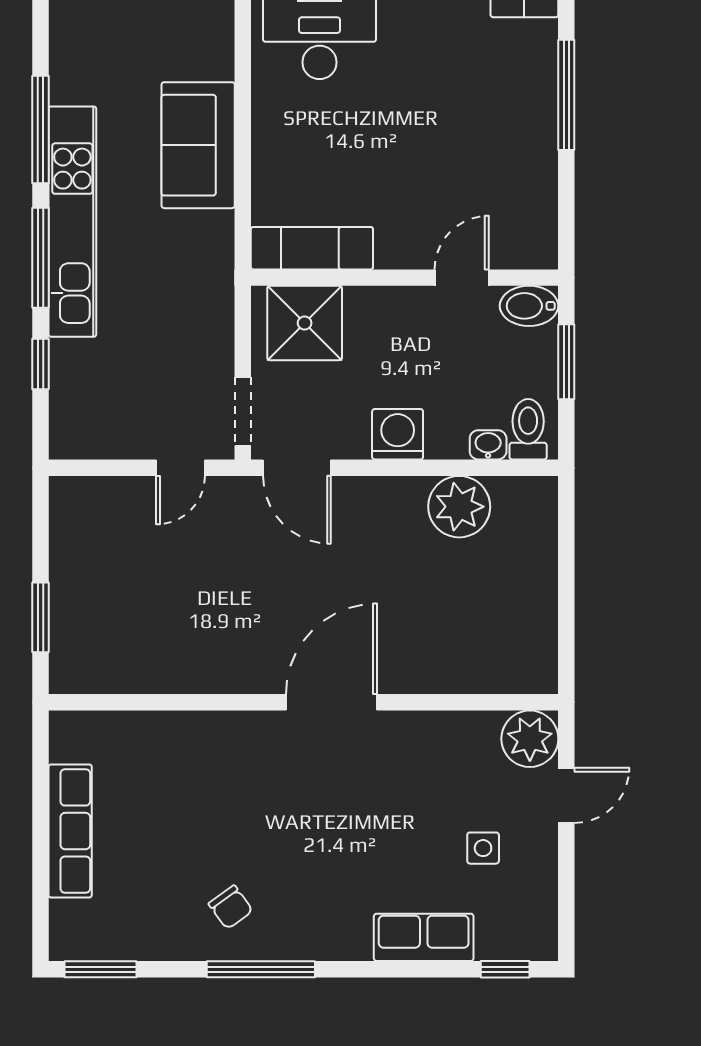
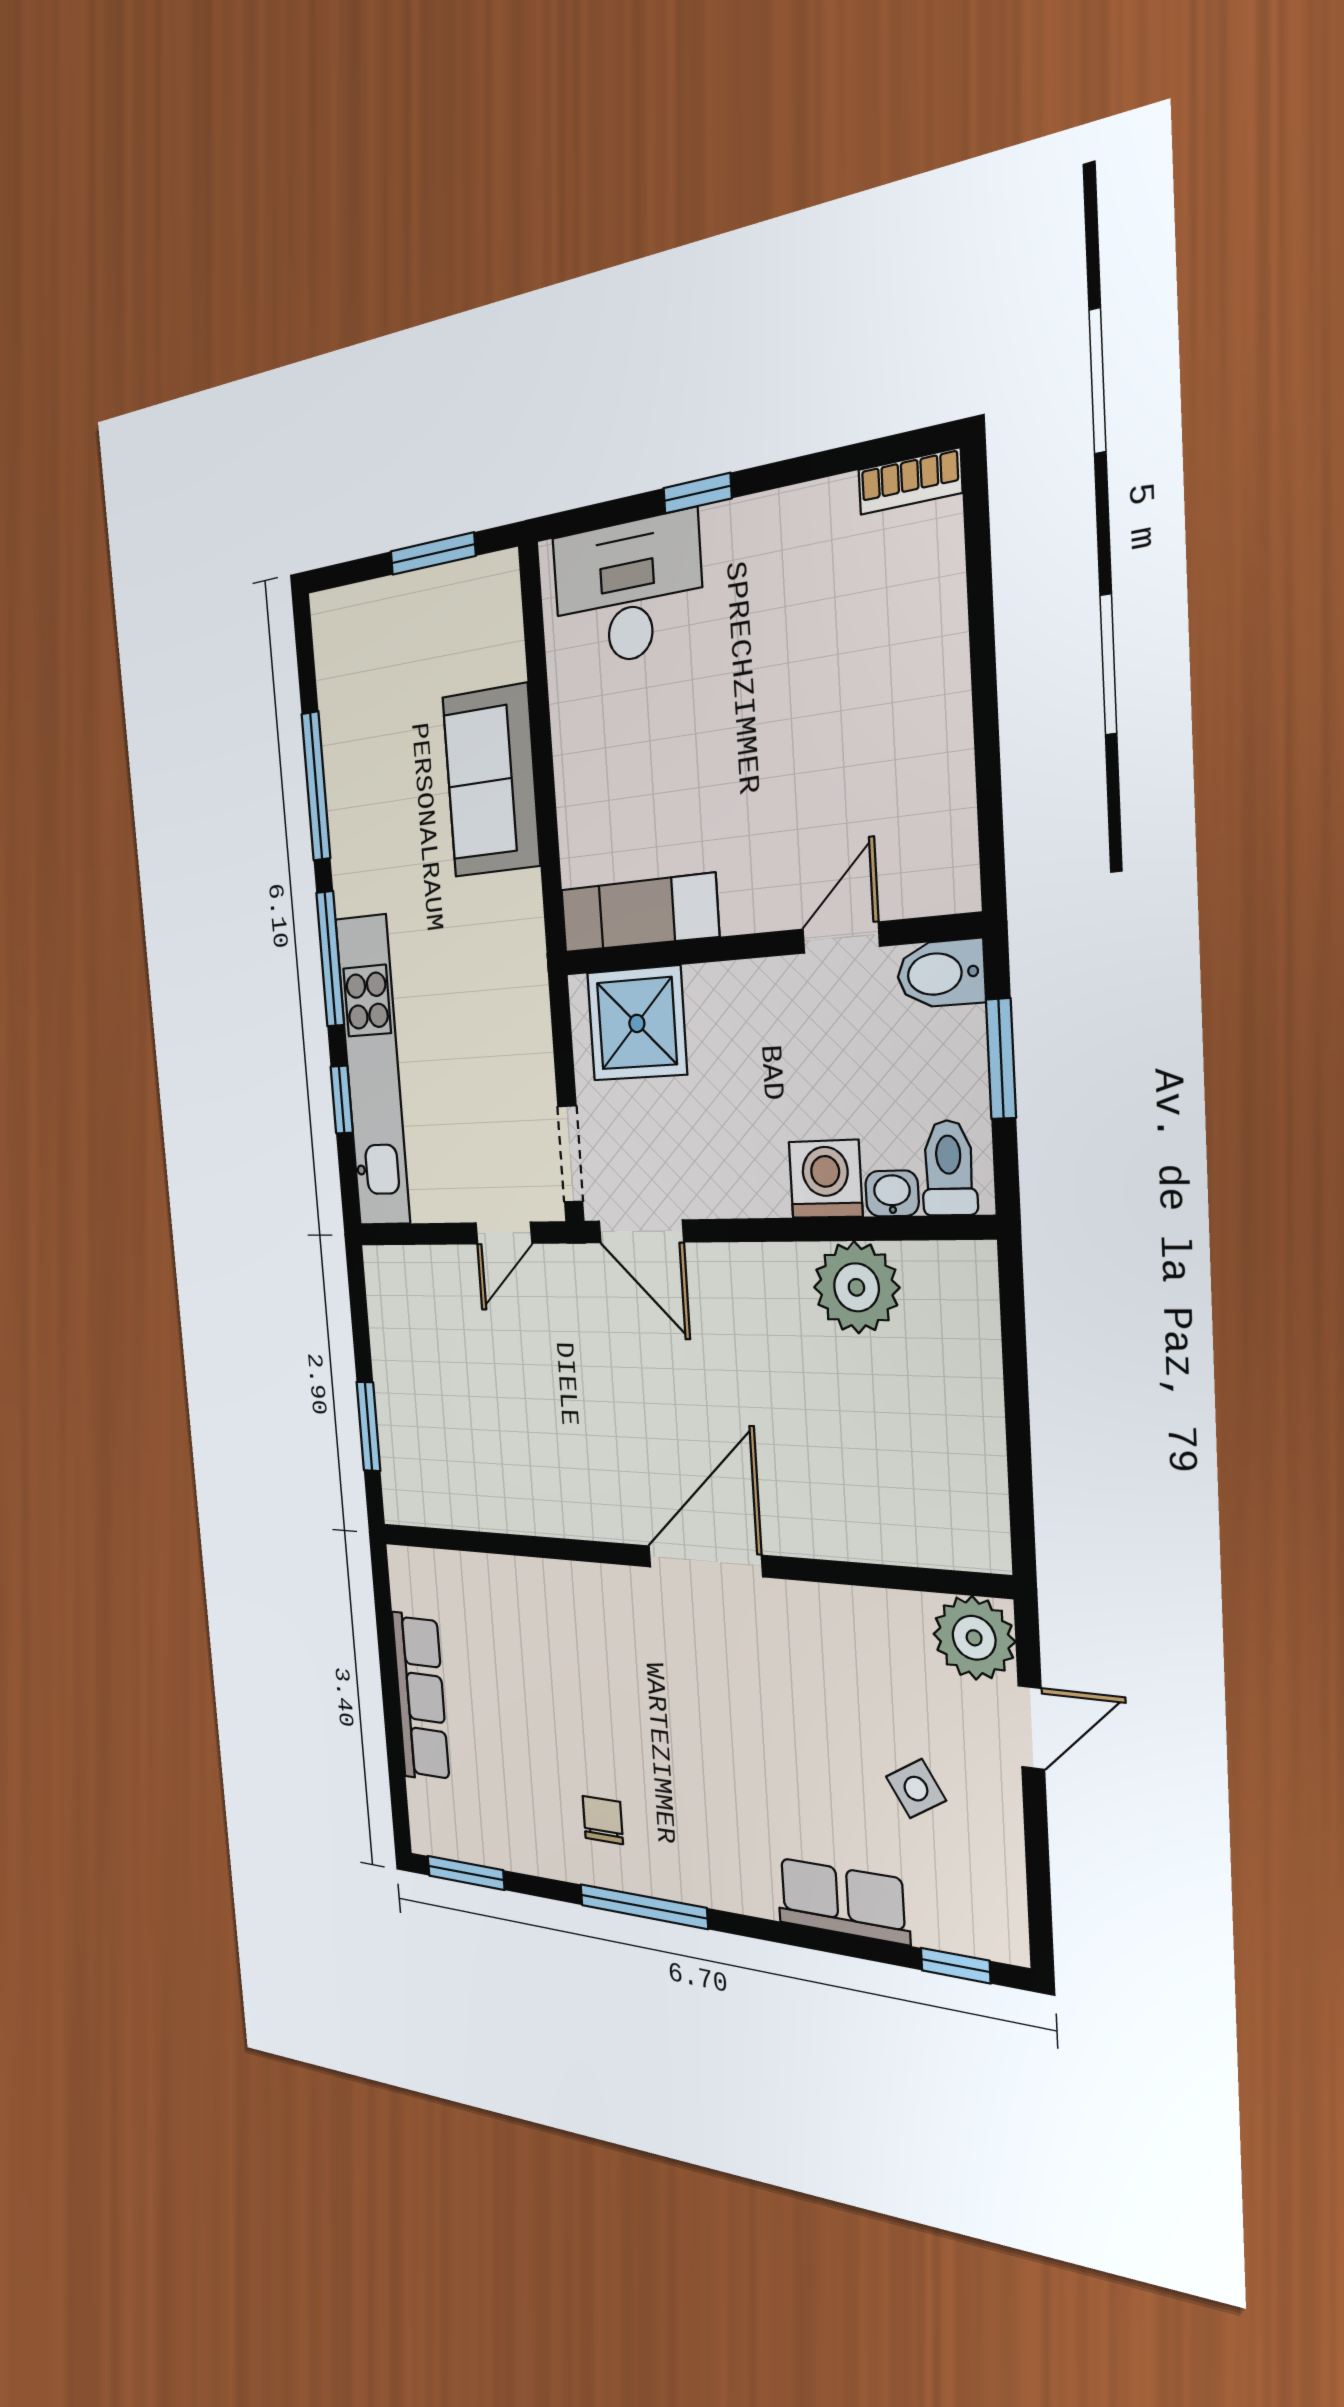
window: (566, 95) -> (981, 621), removed
kitchen unit: (72, 222) -> (373, 1072), moved
washing machine: (398, 434) -> (826, 1179), moved
side table: (483, 848) -> (916, 1789), turned -31
chair: (231, 907) -> (603, 1820), turned -144

